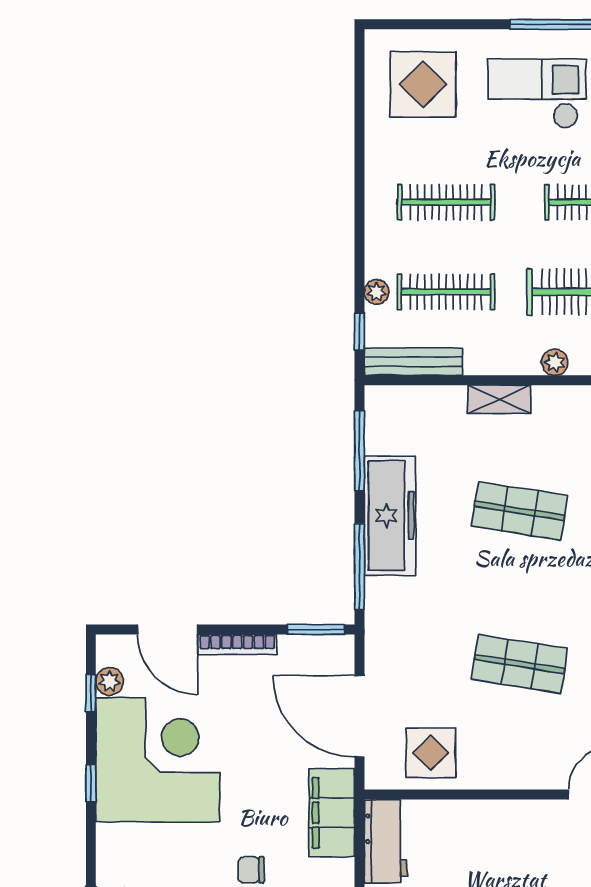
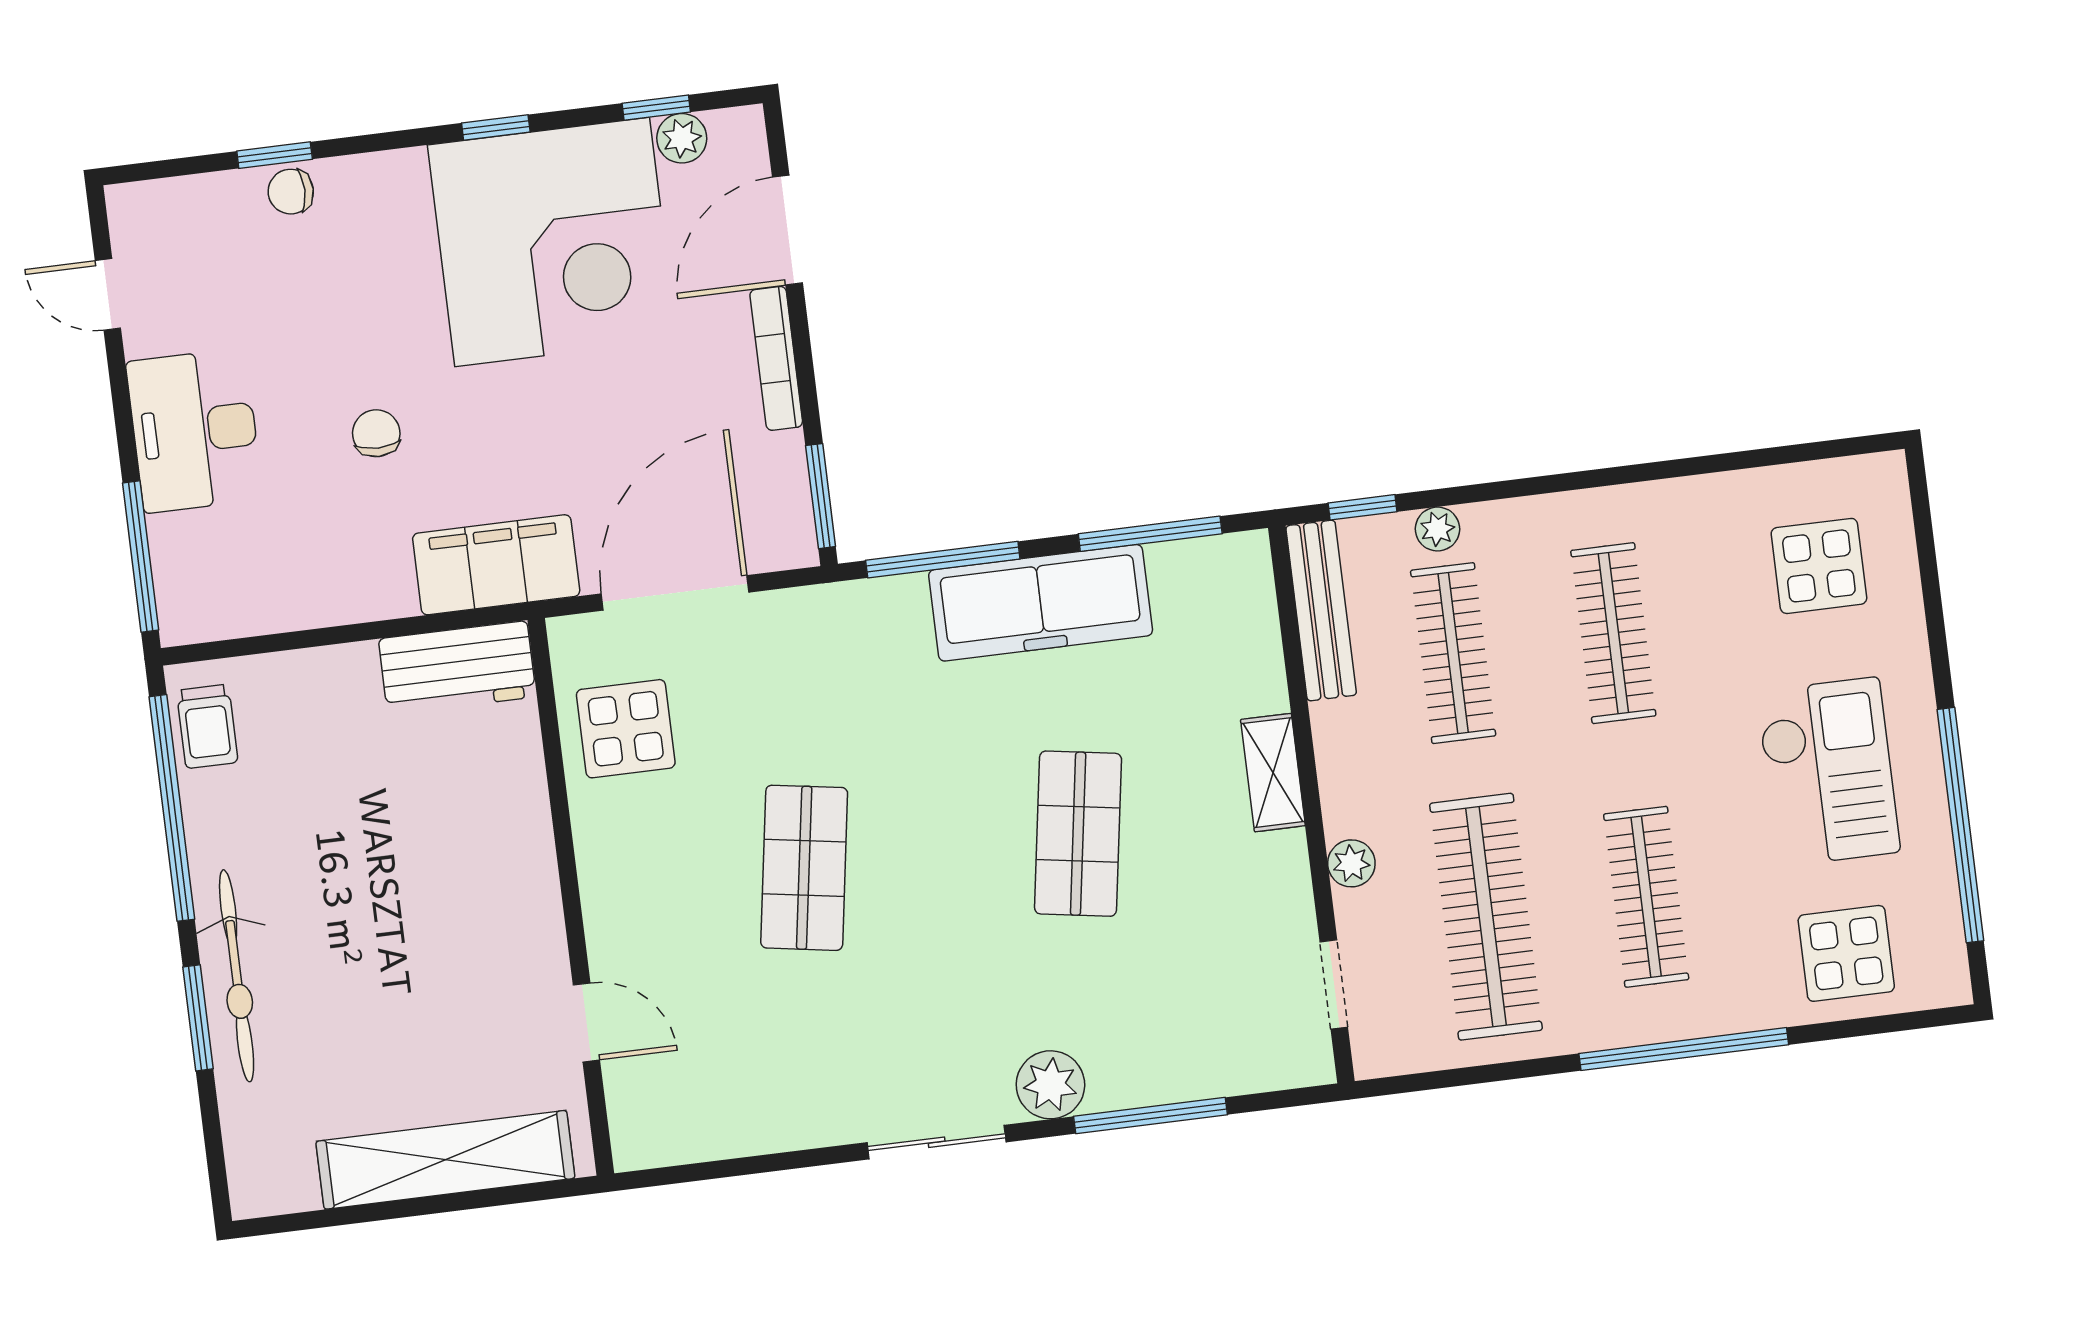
display table: (423, 84) -> (1819, 566), width x0.73, depth x0.73

